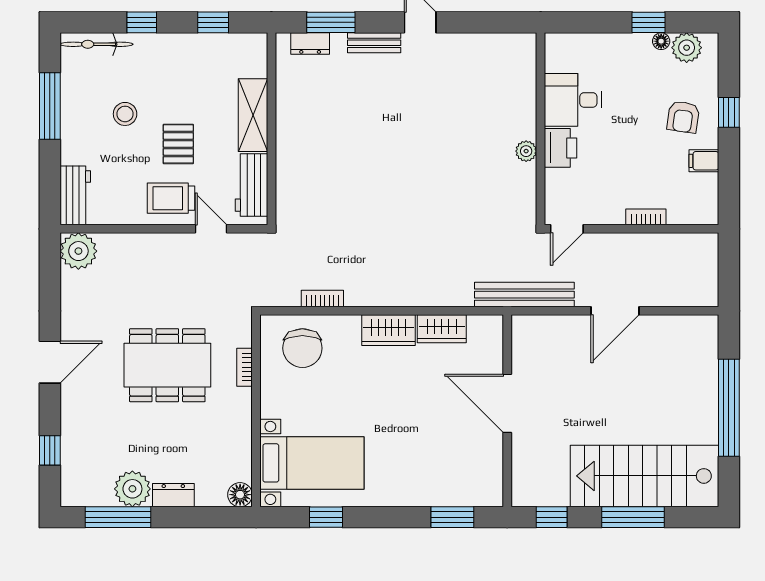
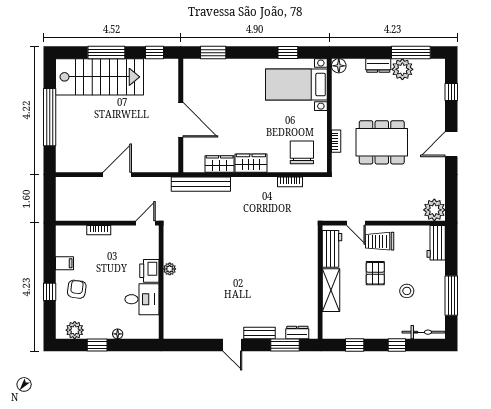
floor lamp: (661, 41) -> (118, 334), moved
trolley: (171, 198) -> (380, 241), turned 180
bench: (524, 295) -> (201, 184), moved

